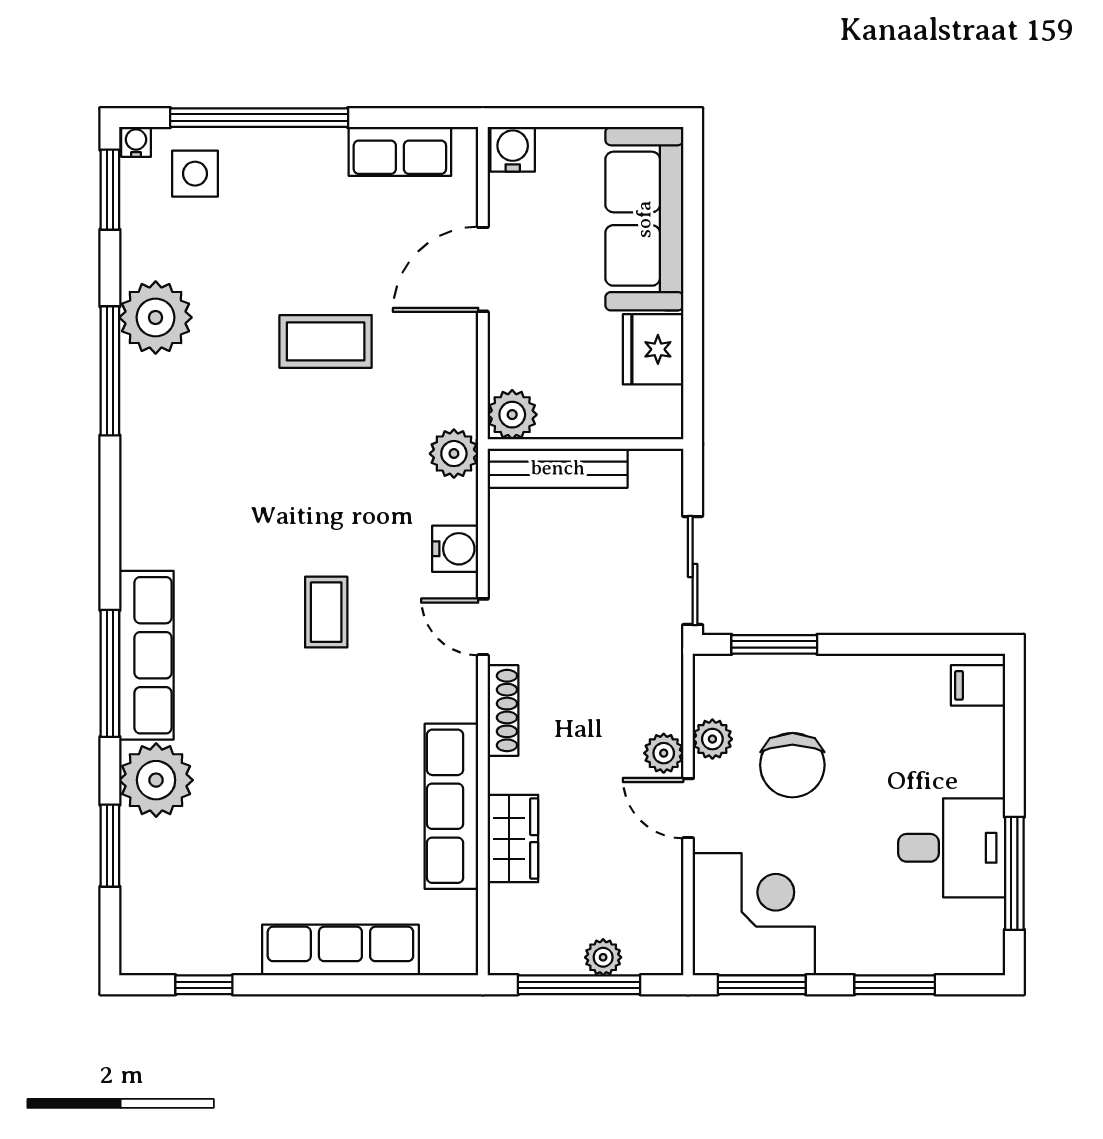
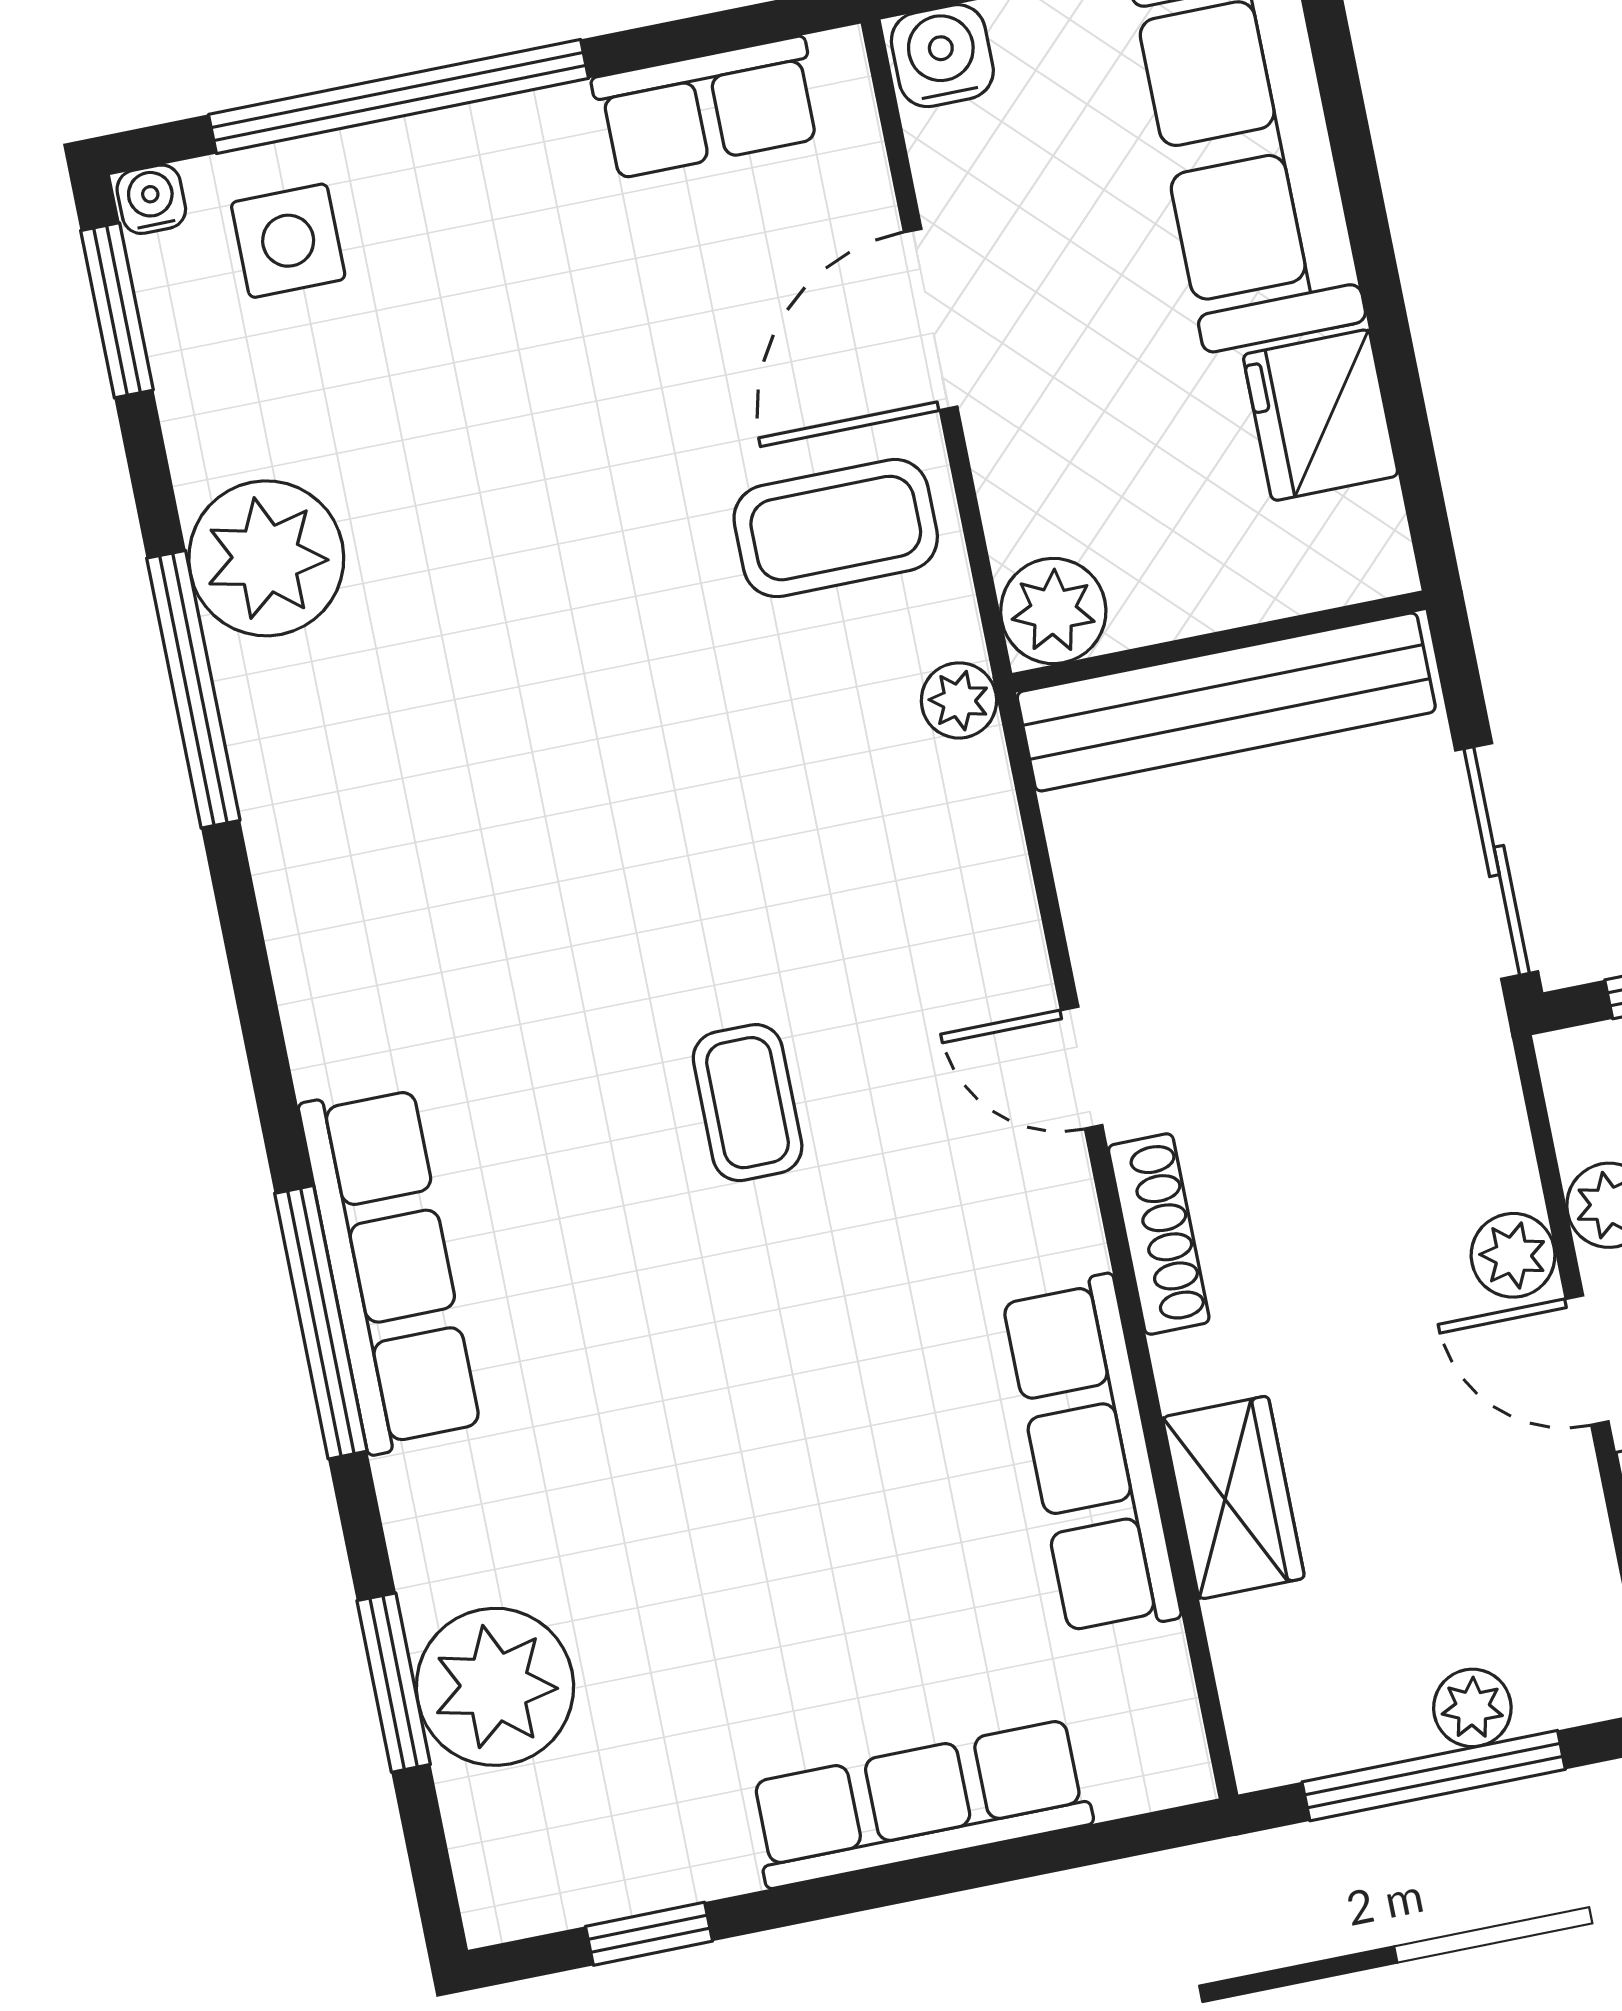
coffee table: (326, 341) -> (836, 528), moved
plant: (454, 454) -> (959, 700), width x0.73, depth x0.73
bench: (558, 468) -> (1226, 702), width x1.37, depth x1.21
water cooler: (455, 549) -> (991, 916), removed
plant: (156, 780) -> (495, 1687), moved

